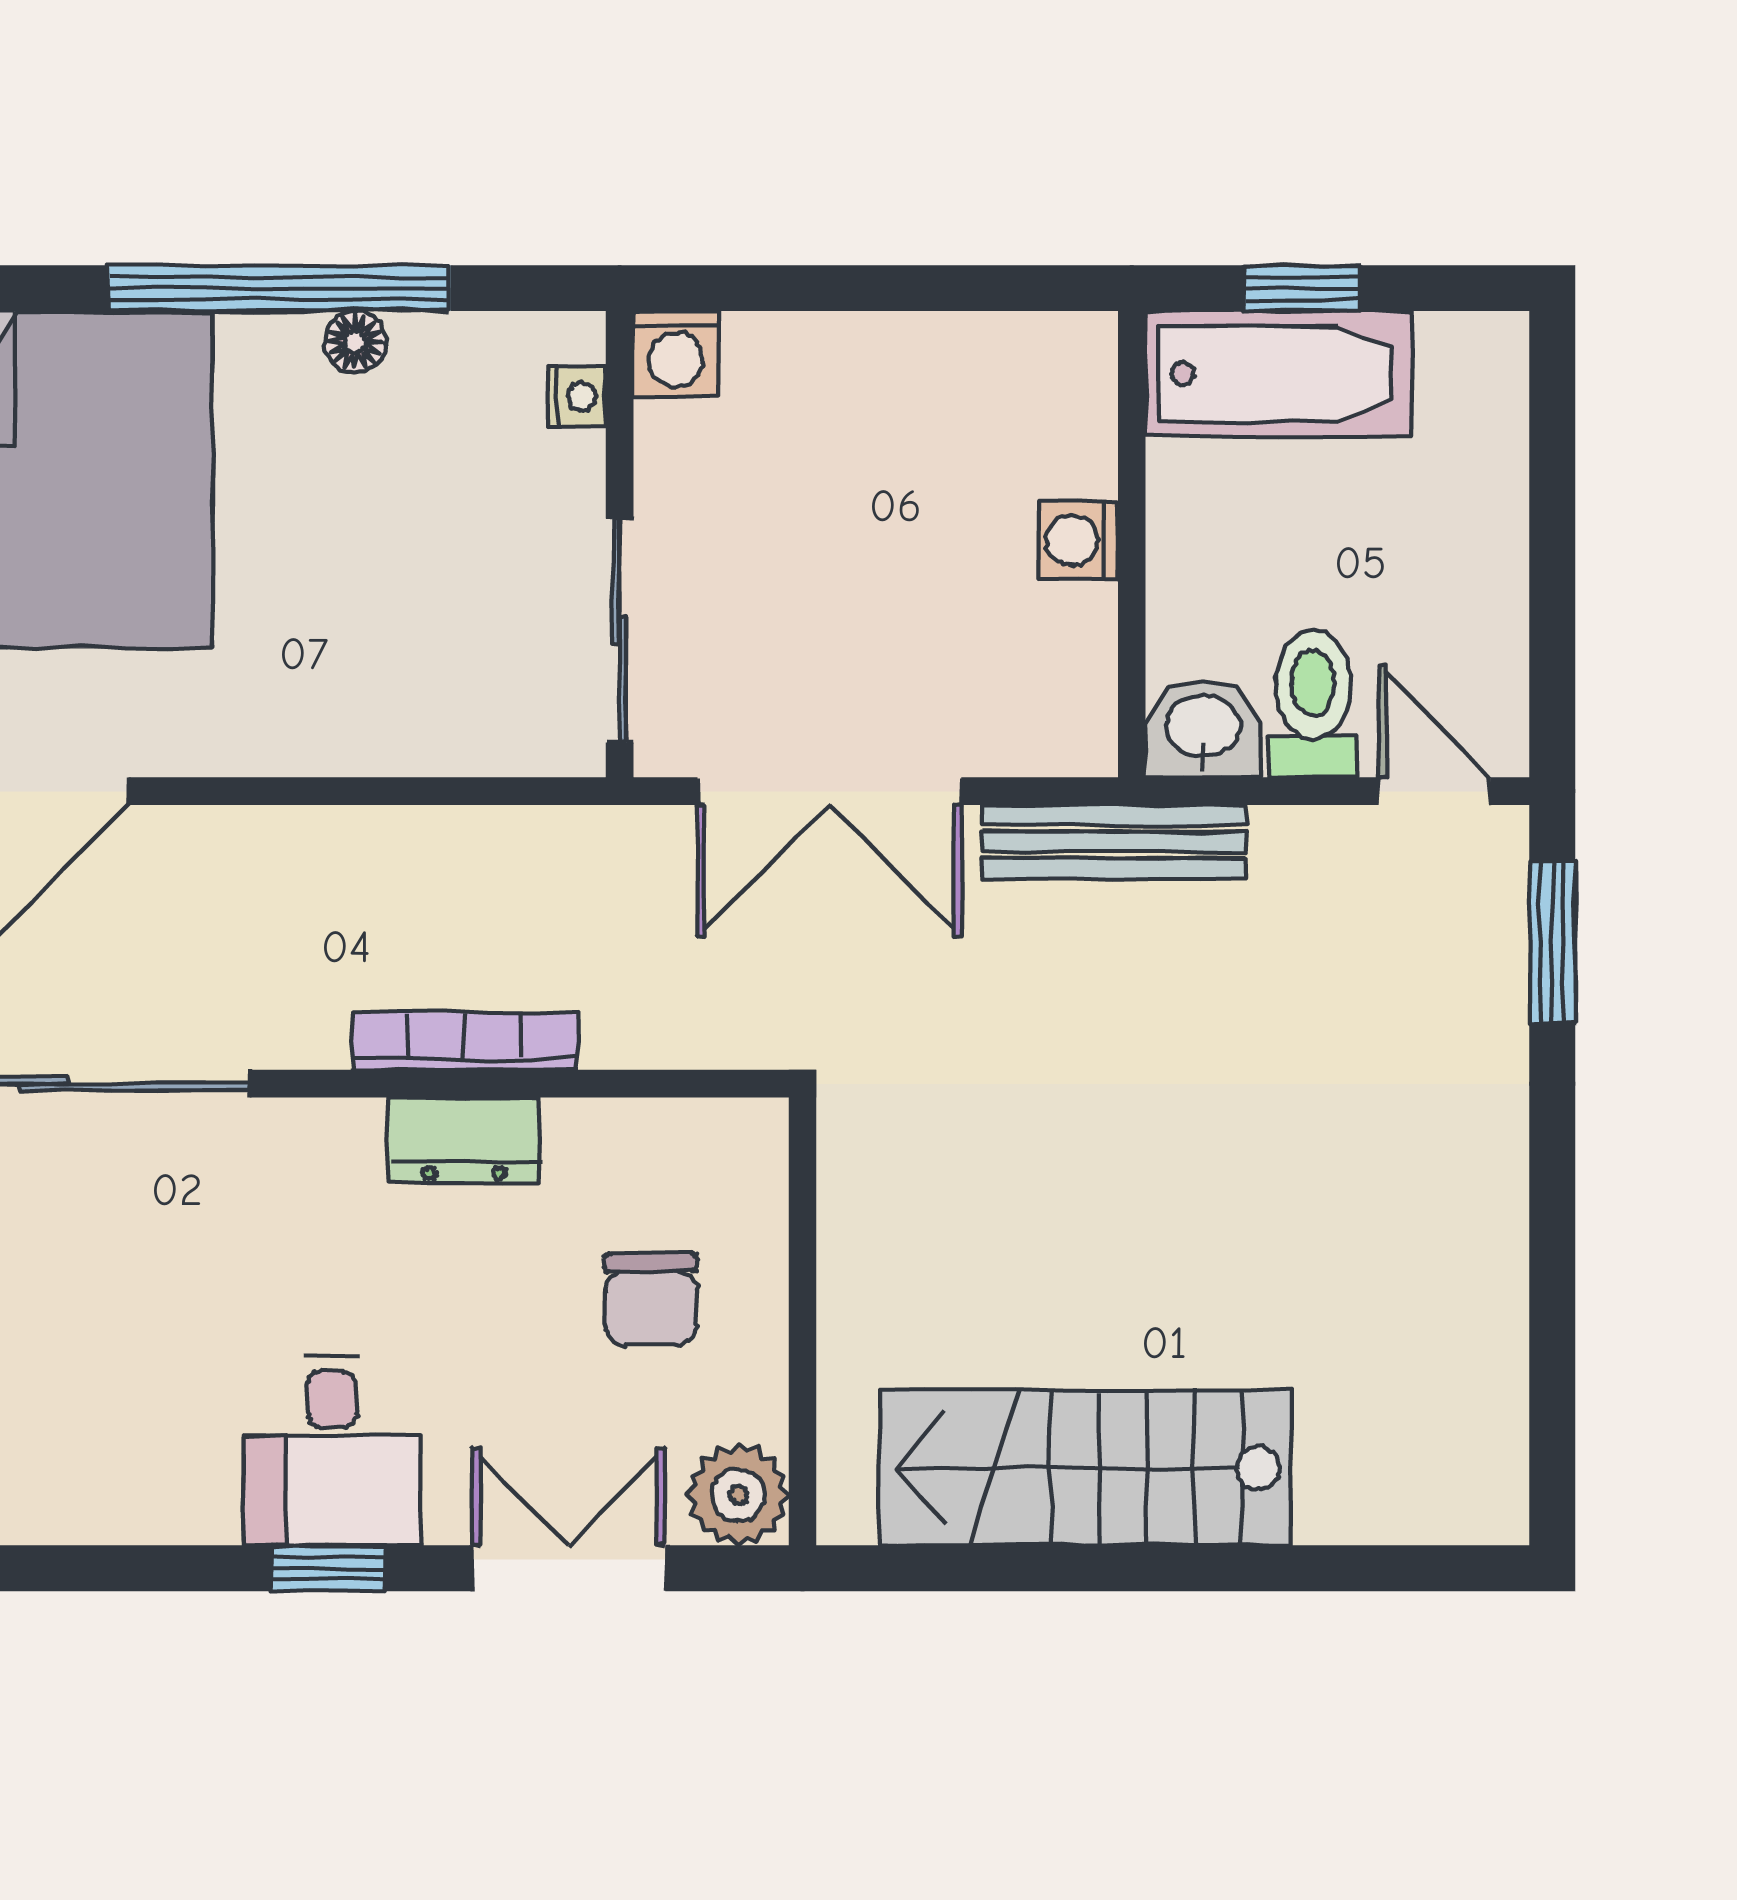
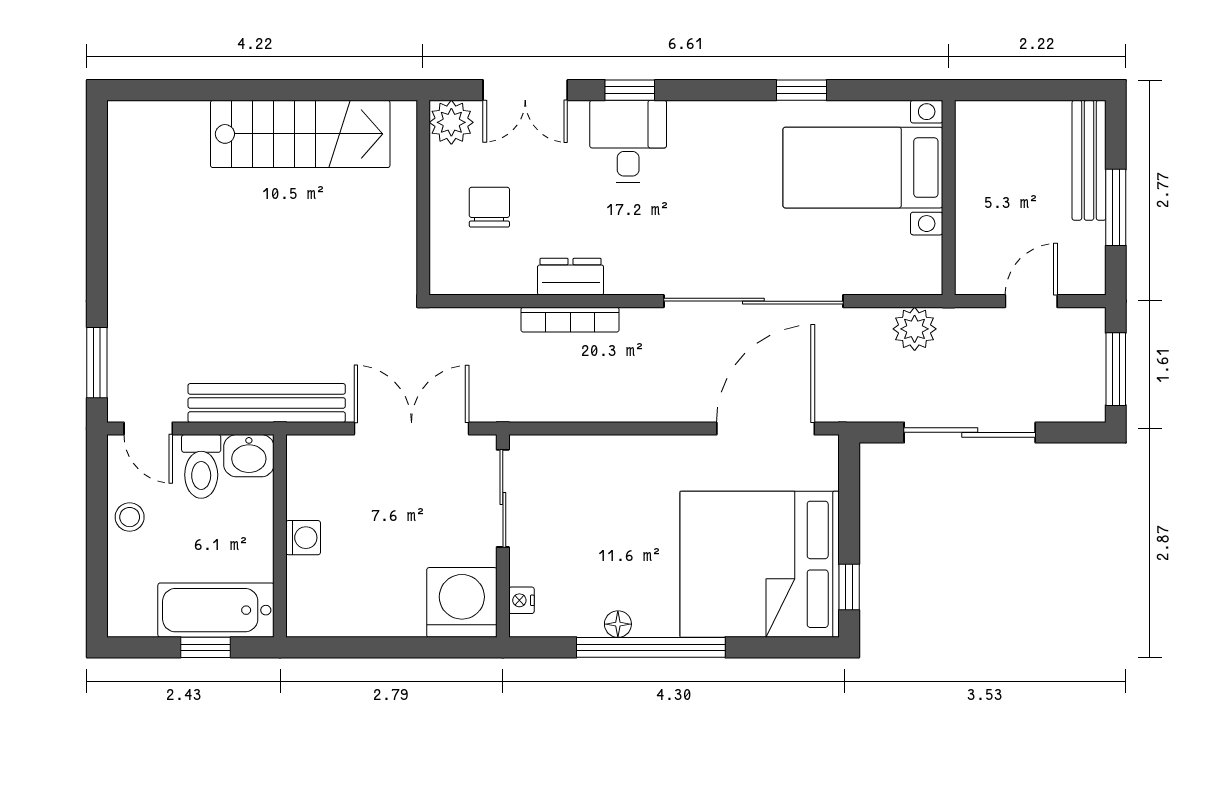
washing machine: (676, 354) -> (462, 602), width x1.89, depth x1.89
stool: (1477, 588) -> (130, 517), added
bench: (1114, 842) -> (267, 403), width x1.37, depth x1.21

